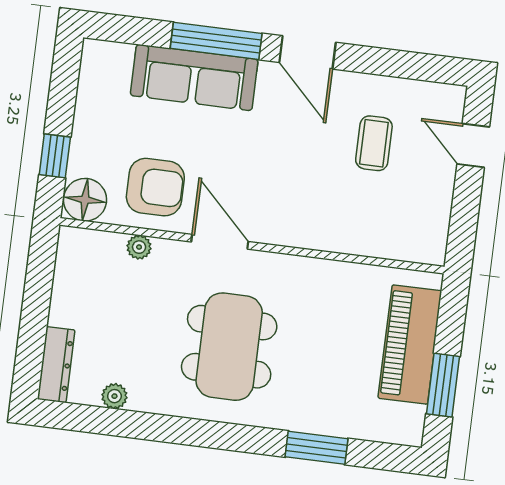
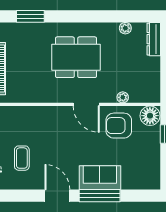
sofa: (194, 77) -> (100, 178), width x0.73
dining table: (229, 347) -> (76, 57), turned 90

